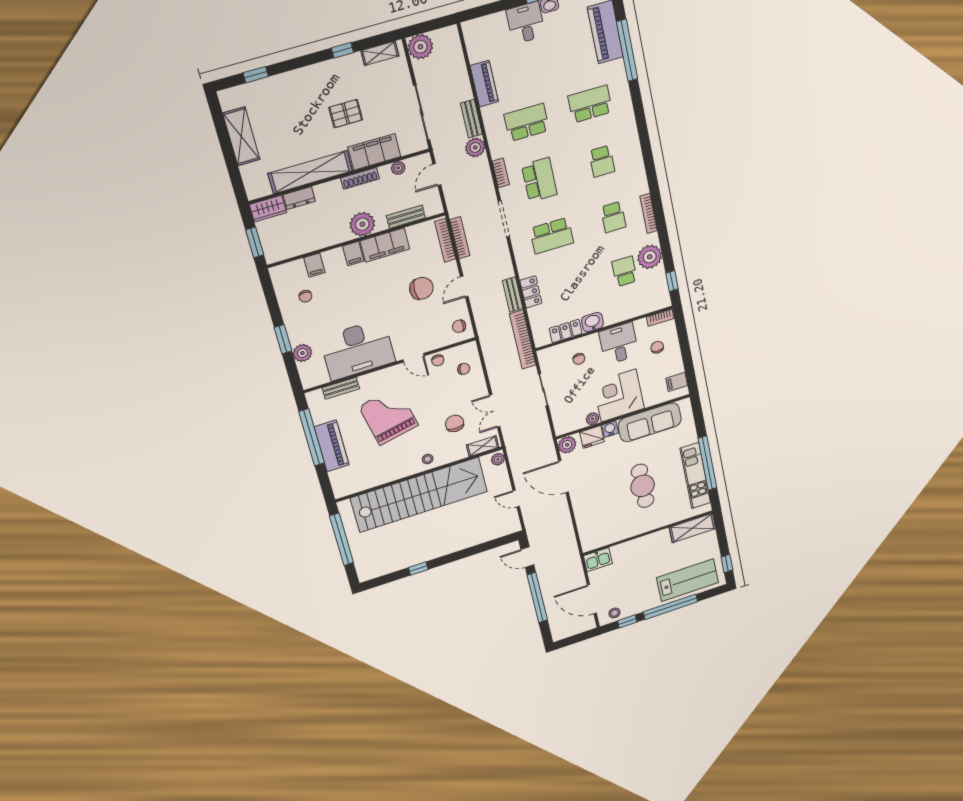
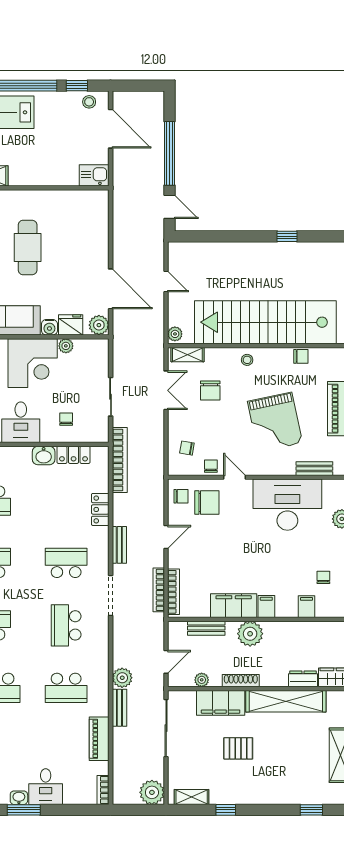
bookcase: (501, 173) -> (103, 790), moved
chair: (421, 288) -> (207, 502), moved, turned 180
bench: (513, 295) -> (119, 545), moved
chair: (379, 477) -> (301, 356), added

